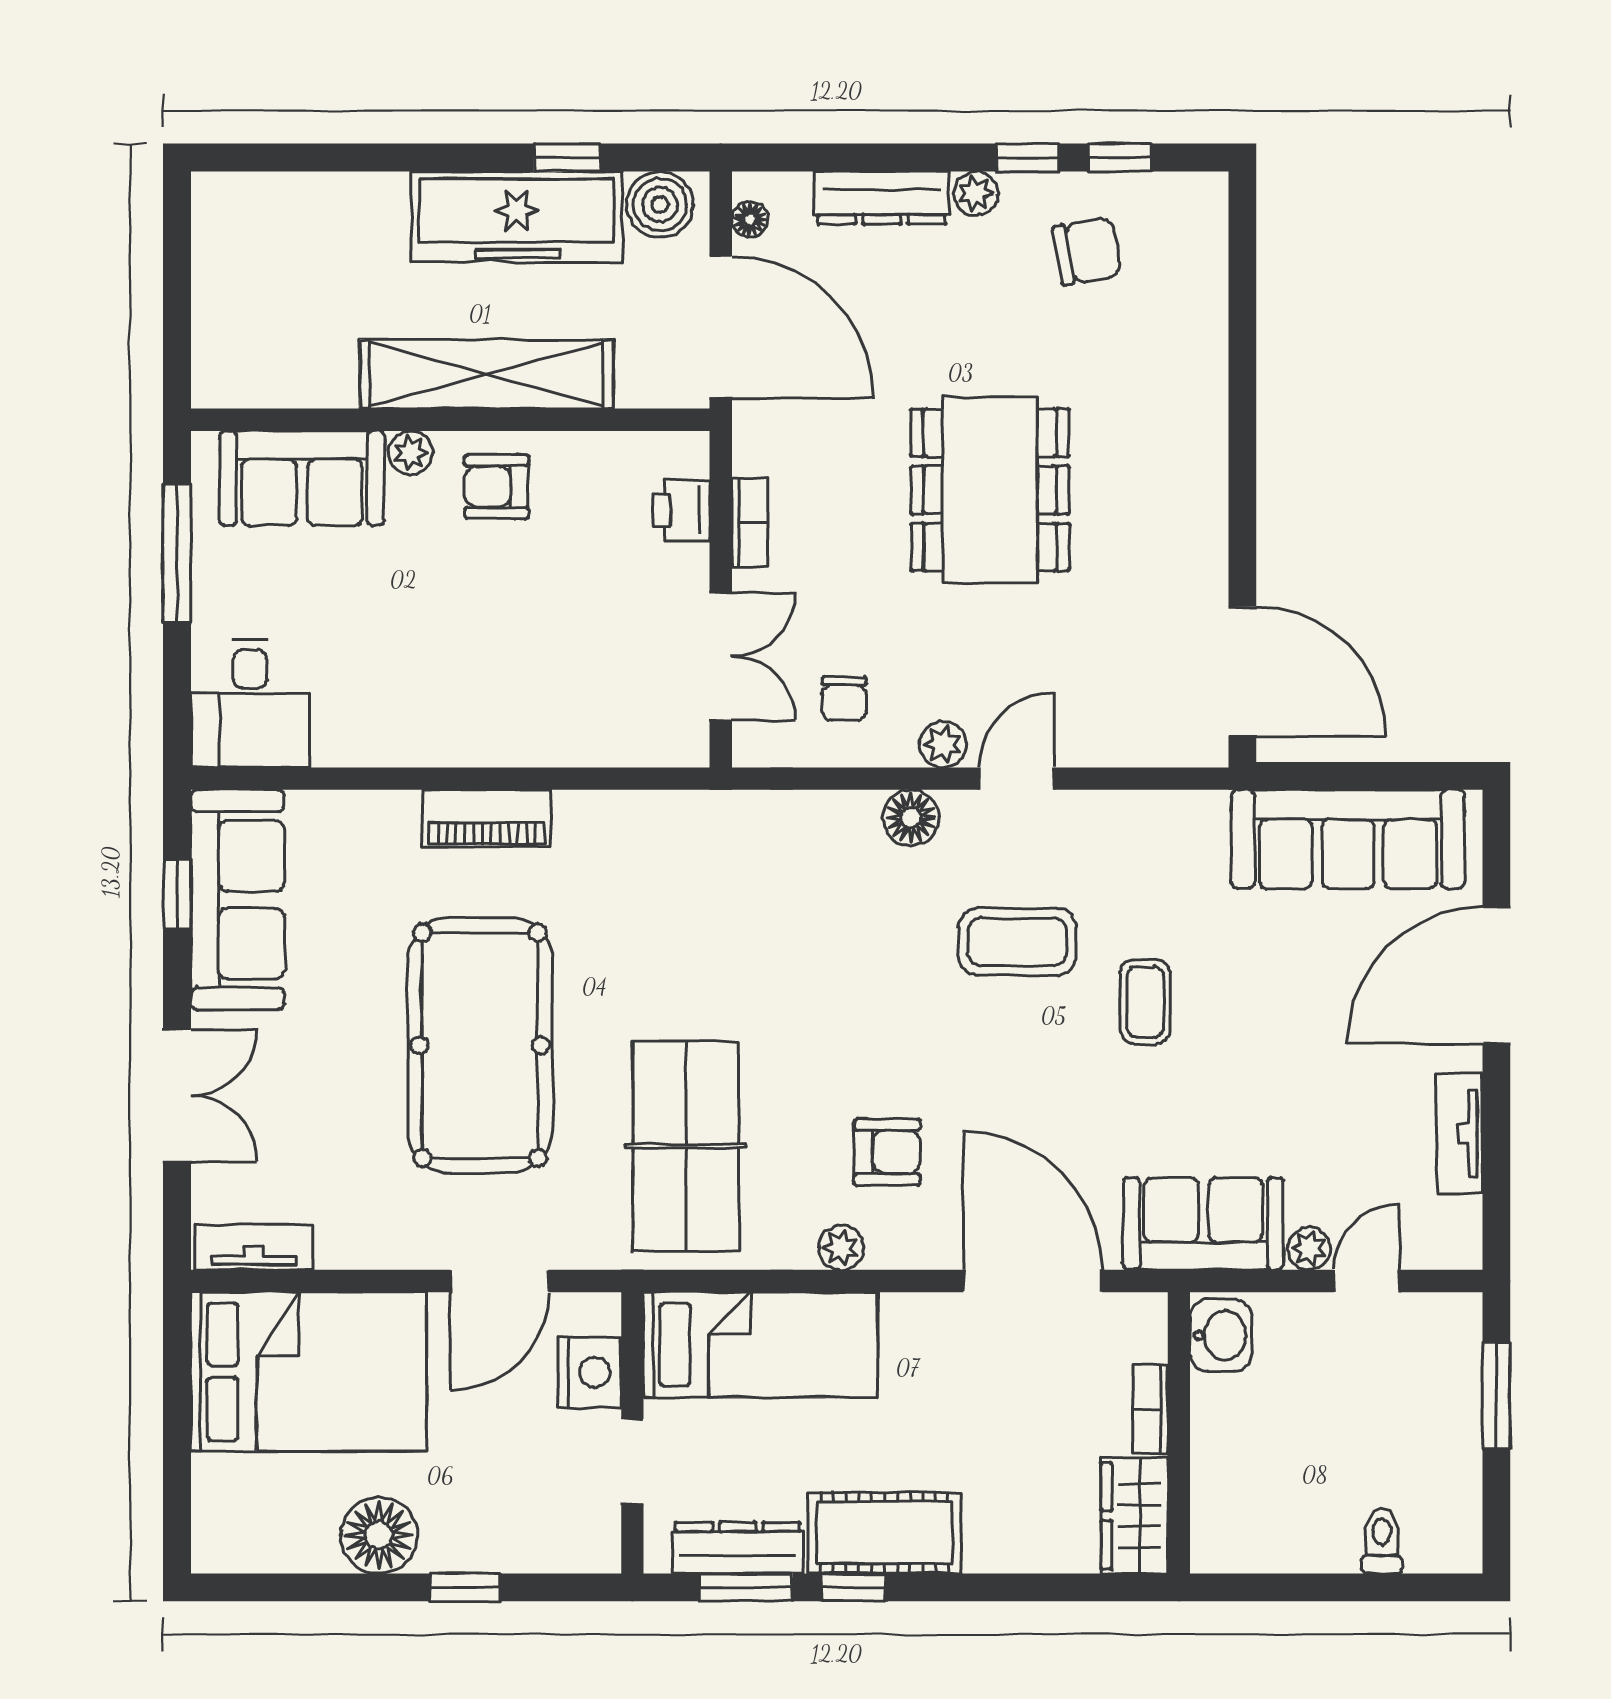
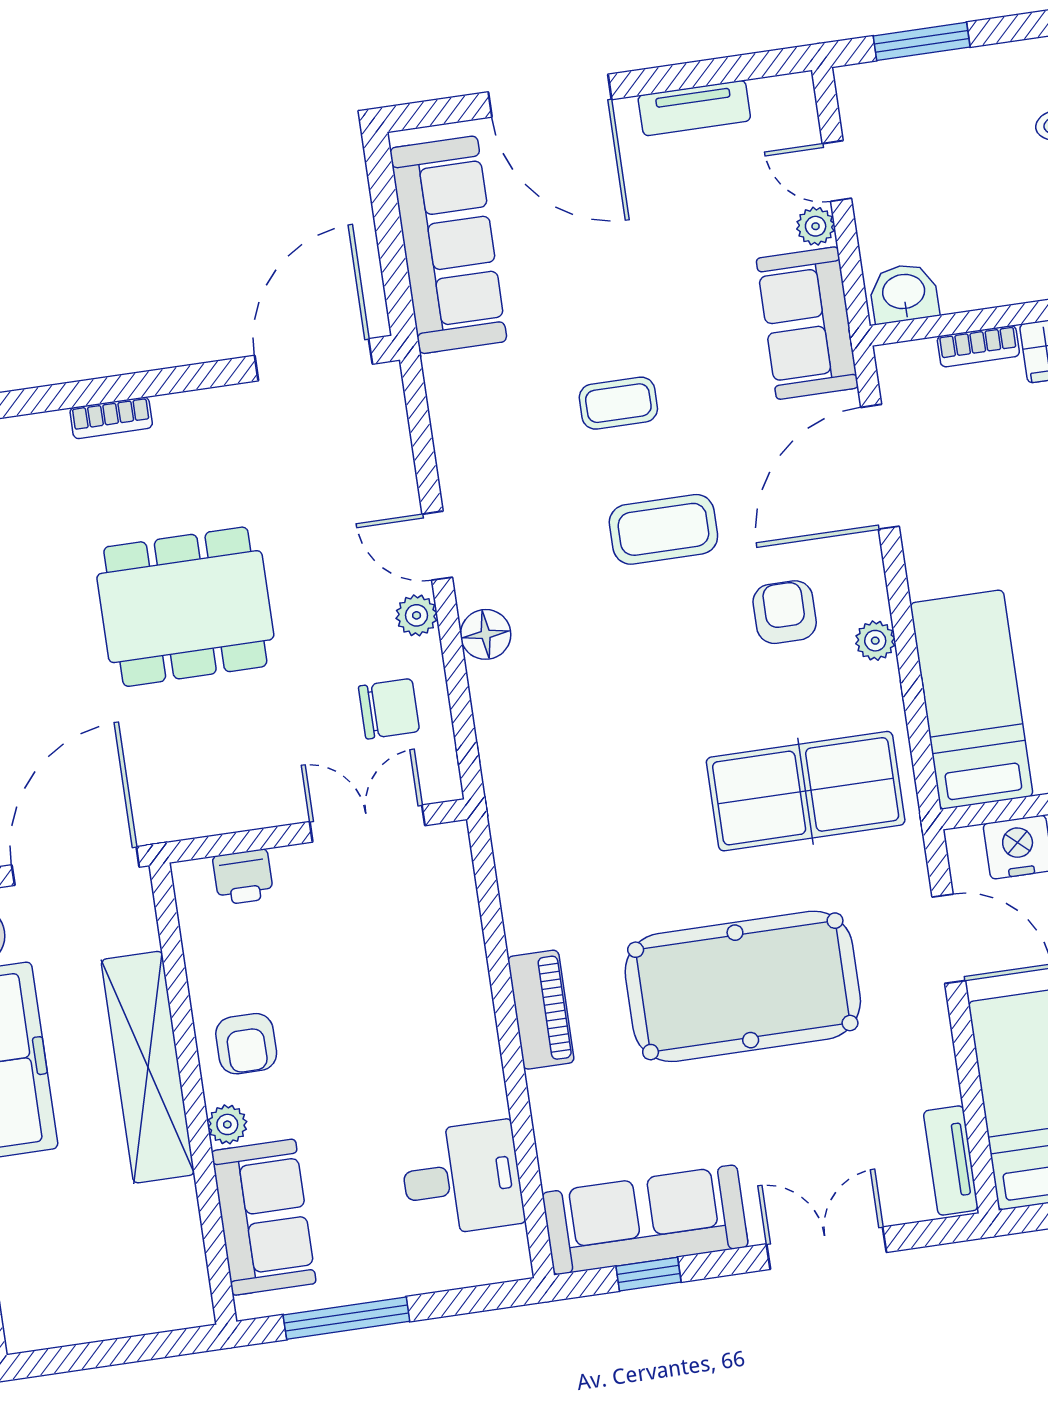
bookcase: (750, 523) -> (111, 418), moved, turned 180
chair: (844, 699) -> (389, 709), width x1.37, depth x1.37
desk: (250, 704) -> (462, 1179), moved
coffee table: (1017, 942) -> (663, 529), moved, turned 90

